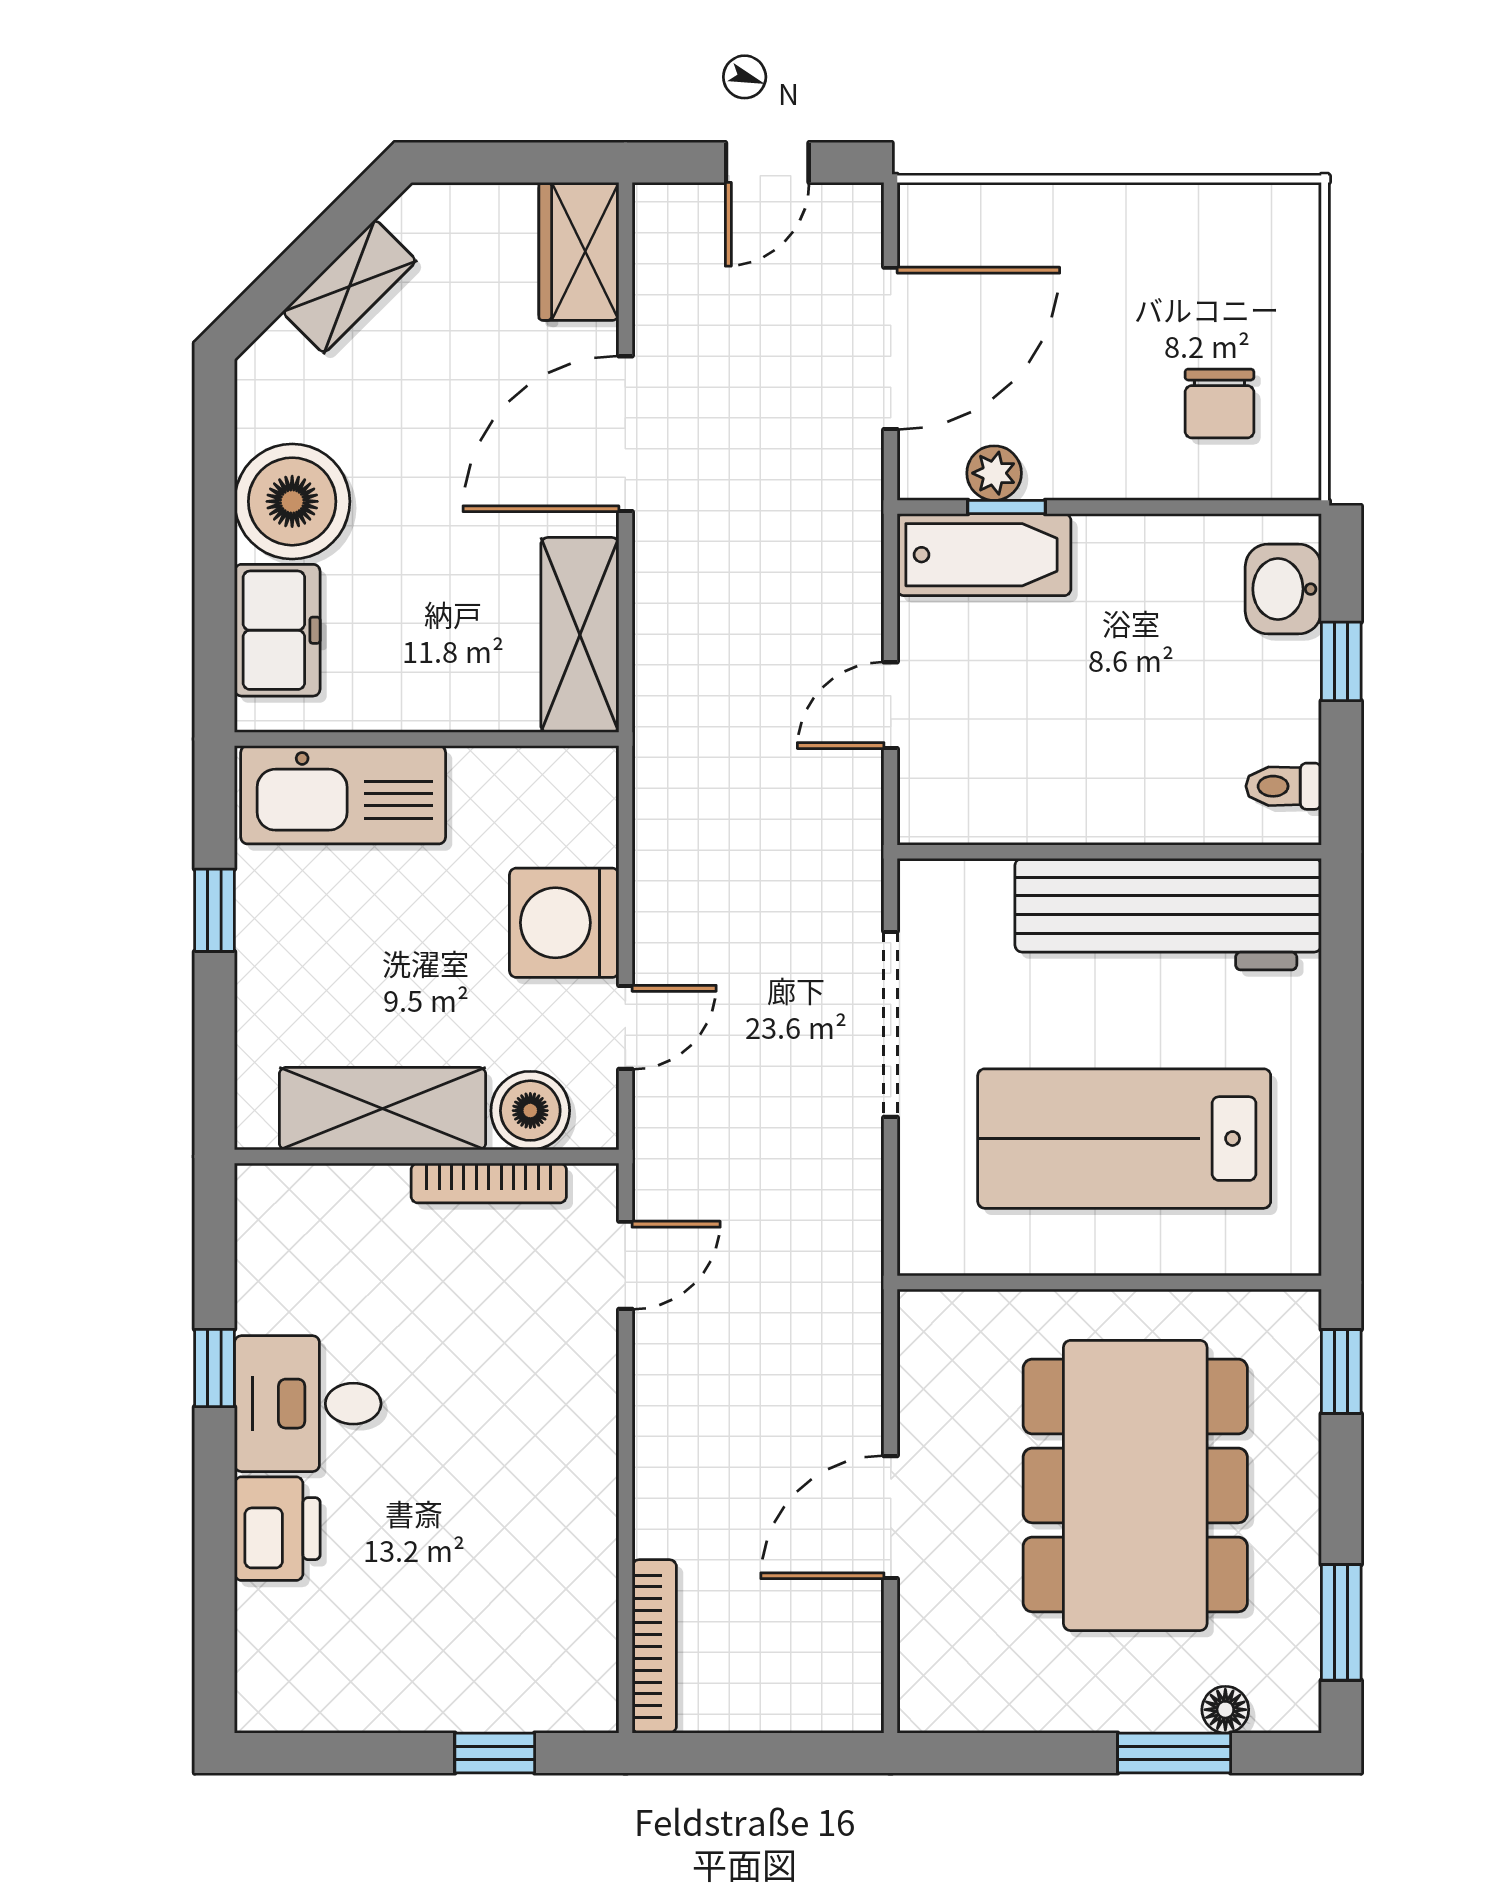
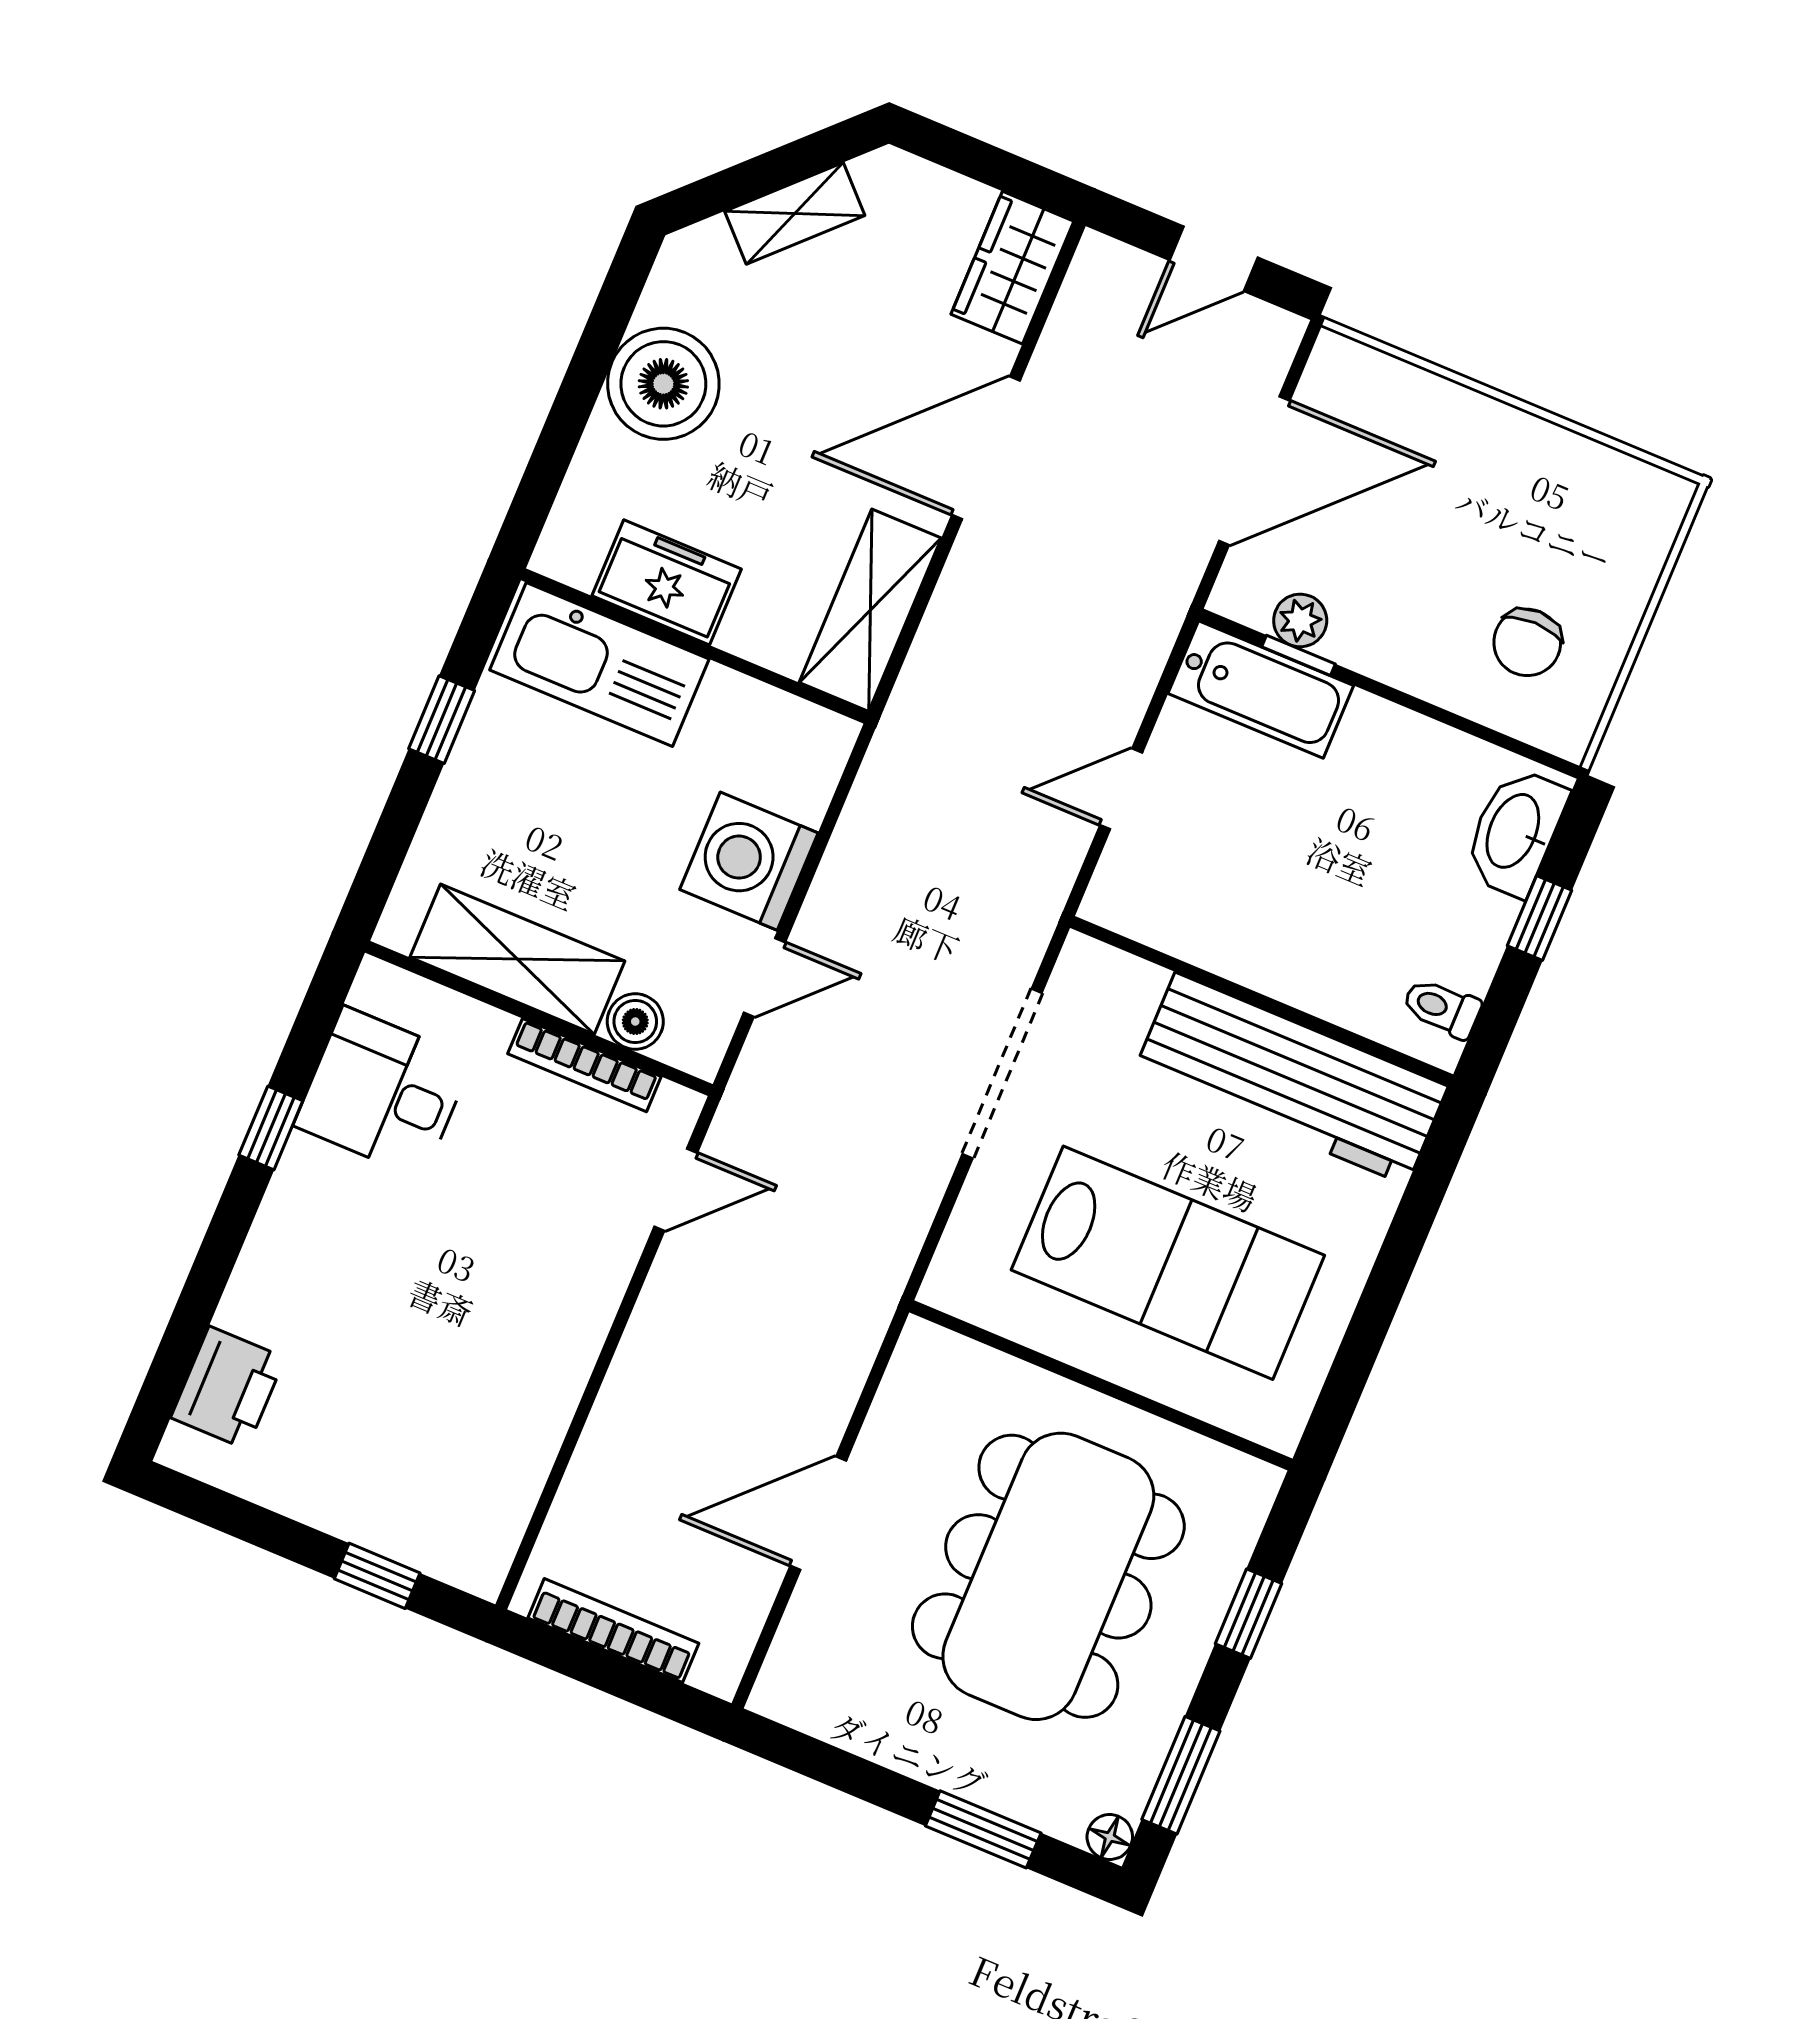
washbasin: (1283, 589) -> (1515, 832), width x1.38
freezer: (277, 630) -> (667, 582), moved, turned -90
boiler: (530, 1111) -> (635, 1022), width x0.73, depth x0.73
lab bench: (1124, 1139) -> (1168, 1263), turned 180
window: (1341, 1371) -> (1249, 1614), moved
desk: (308, 1404) -> (383, 1093), moved
printer: (277, 1529) -> (228, 1388), moved
bookcase: (654, 1646) -> (613, 1631), moved, turned -90
floor lamp: (1225, 1710) -> (1110, 1837), moved

